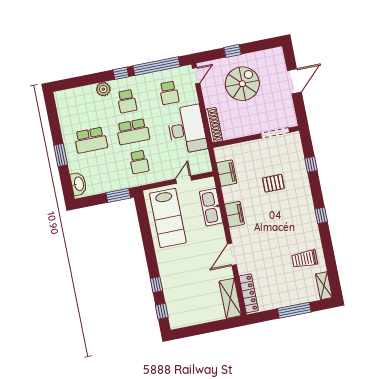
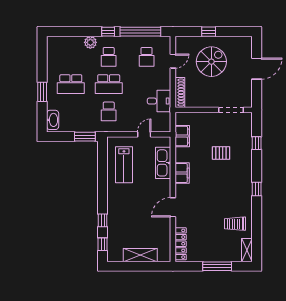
door: (196, 76) -> (173, 61), moved
desk: (187, 129) -> (159, 101), width x0.53, depth x0.77
lab bench: (168, 218) -> (124, 165), width x0.73, depth x0.72
shelving: (230, 298) -> (140, 255), moved, turned 90

